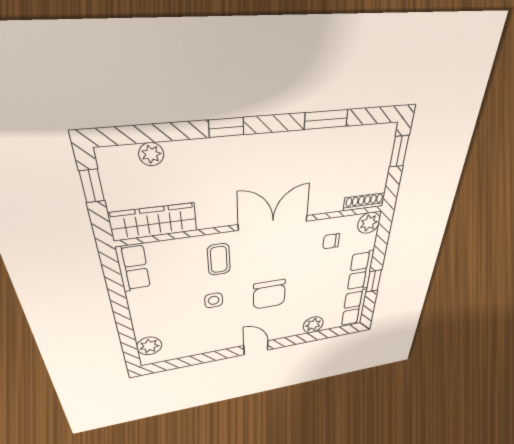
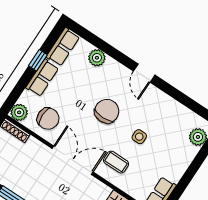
double door: (273, 223) -> (73, 160), swing flipped
chair: (331, 241) -> (48, 119), width x1.87, depth x1.87
coffee table: (219, 259) -> (116, 162), turned 90

